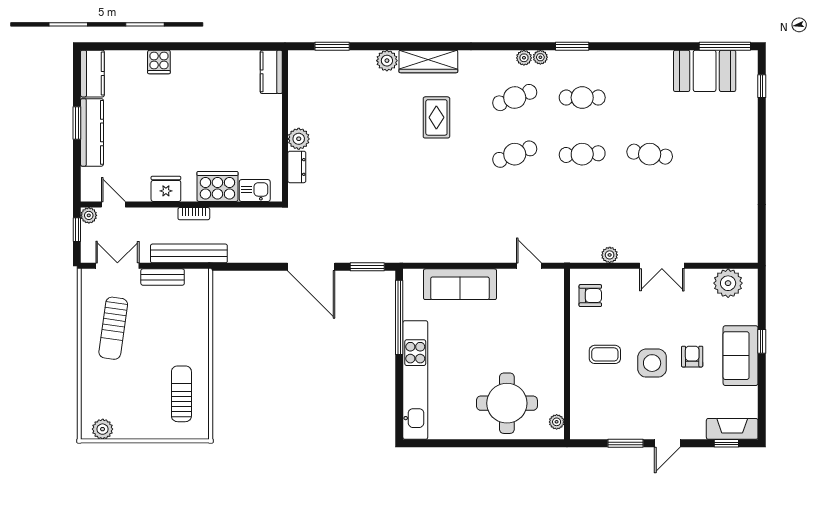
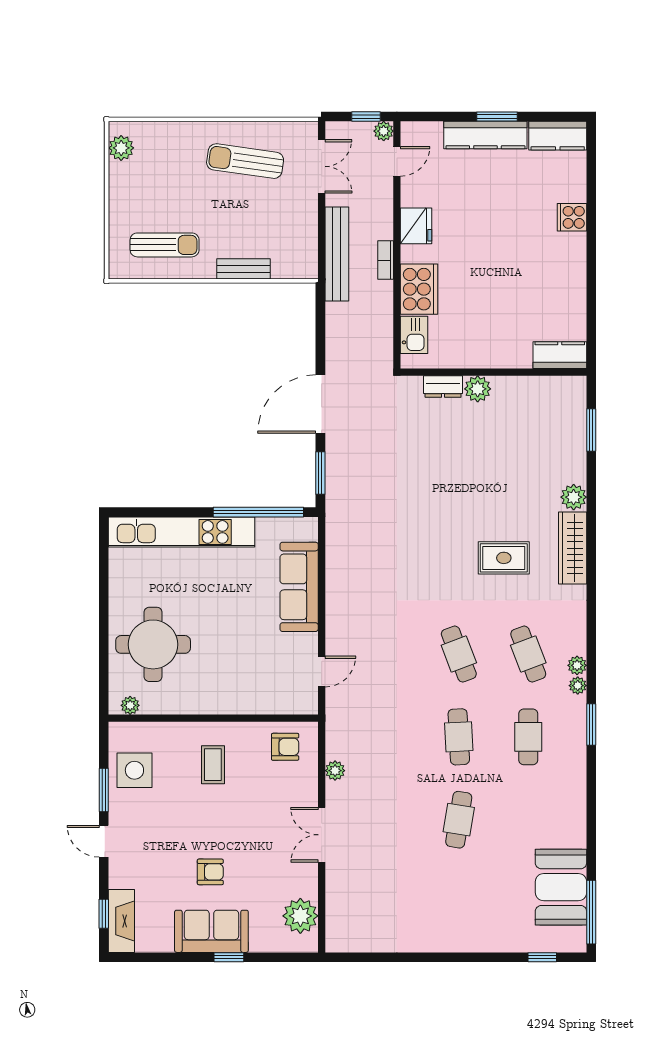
bench: (163, 277) -> (244, 269), moved, turned 90
armchair: (590, 296) -> (285, 747), turned -90
side table: (652, 363) -> (134, 770), moved

